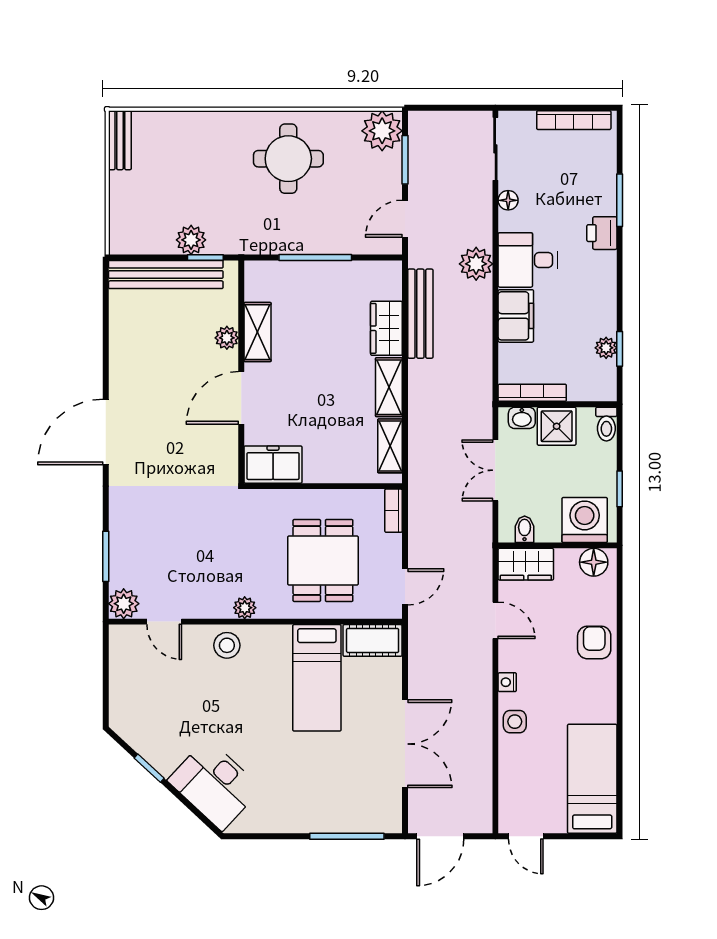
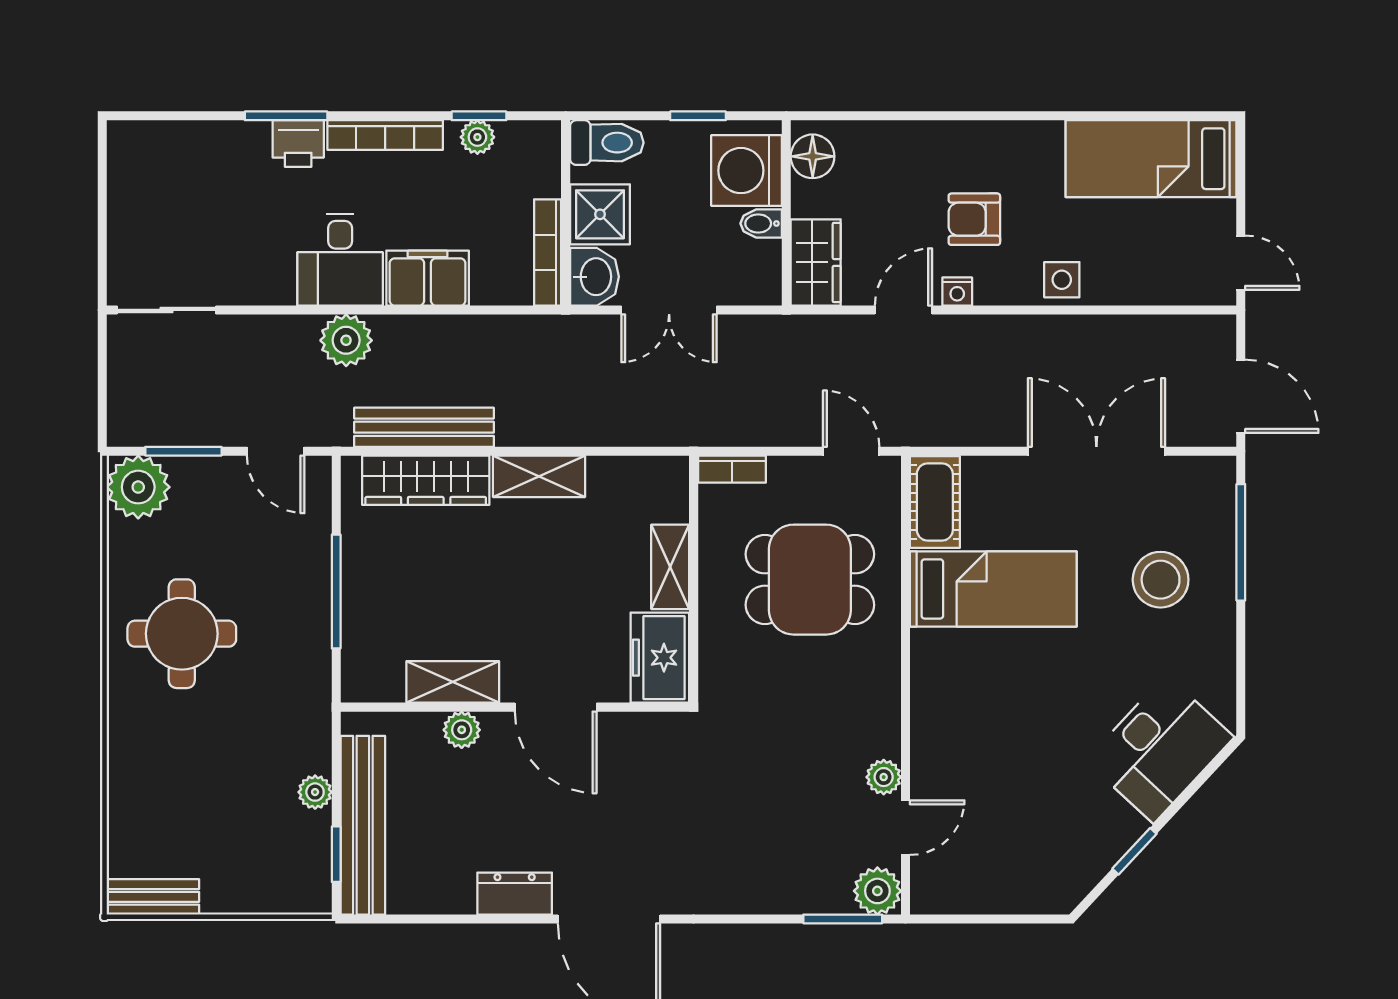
bookcase: (574, 120) -> (385, 135), moved, turned 90
floor lamp: (508, 200) -> (247, 290), removed
window: (620, 200) -> (286, 116), moved
plant: (191, 240) -> (315, 792), width x0.73, depth x0.73
window: (205, 257) -> (336, 854), moved
wardrobe: (386, 328) -> (426, 480), width x1.50
dresser: (122, 372) -> (515, 894), added
washbasin: (522, 418) -> (594, 277), width x1.38, depth x1.45
toilet: (606, 424) -> (607, 143), width x1.37, depth x1.39
shelving: (390, 446) -> (670, 567), moved, turned 90
bidet: (525, 529) -> (761, 223), moved
window: (106, 556) -> (843, 919), moved
plant: (245, 608) -> (884, 777), moved
armchair: (594, 642) -> (974, 219), moved
stool: (227, 645) -> (1161, 580), moved, width x1.38, depth x1.38
nightstand: (507, 682) -> (957, 292), moved
door: (526, 836) -> (1241, 263), hinge flipped

